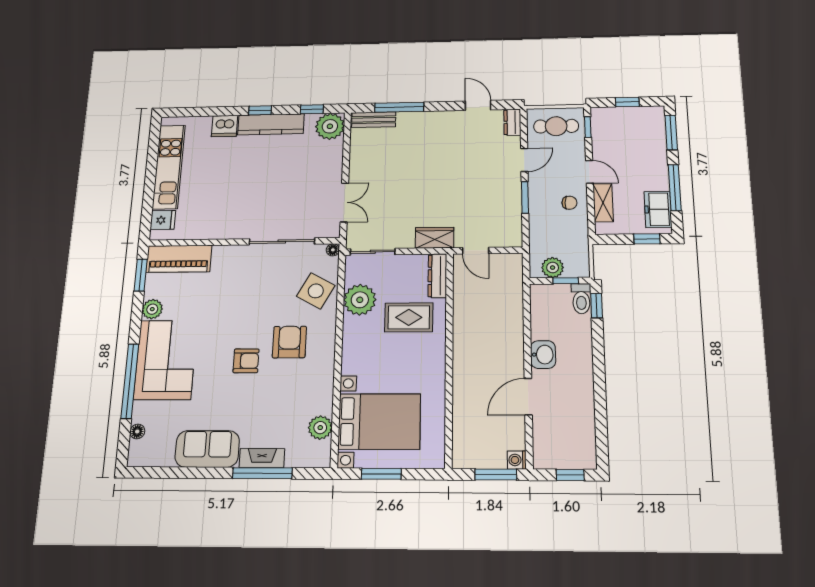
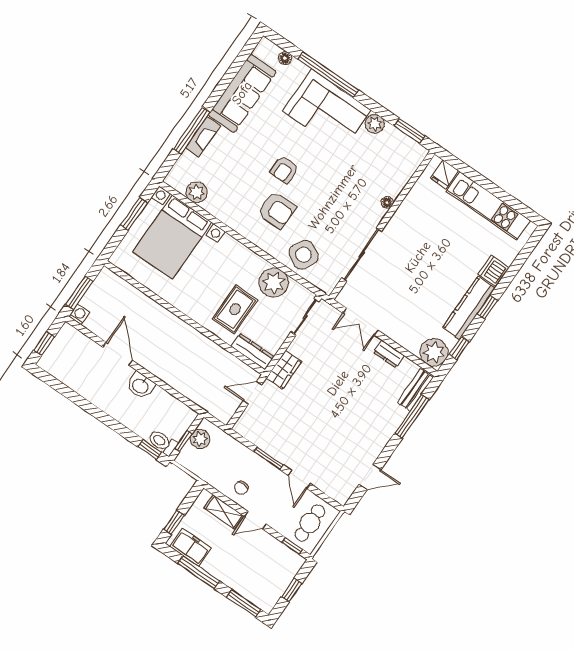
dresser: (512, 122) -> (389, 354), moved, turned 180
floor lamp: (333, 250) -> (387, 202), moved
piano: (179, 259) -> (403, 168), removed
sofa: (207, 449) -> (242, 93), width x1.36

